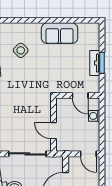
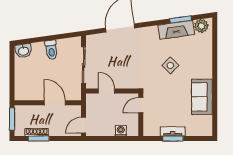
side table: (21, 50) -> (170, 65), moved
door: (80, 96) -> (141, 105), moved
door: (53, 131) -> (106, 91), hinge flipped

